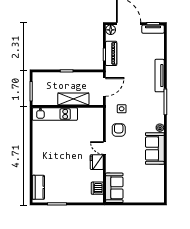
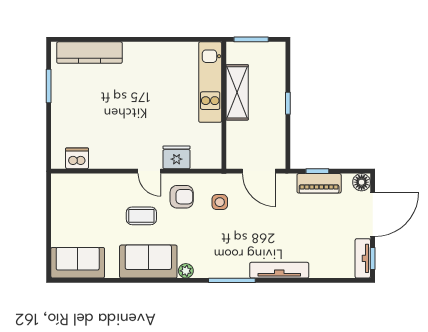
shelving: (73, 99) -> (237, 92), moved
door: (104, 148) -> (149, 171), swing flipped
coffee table: (129, 152) -> (141, 216), added
fridge: (97, 162) -> (177, 157), moved
kitchen counter: (38, 187) -> (89, 53), width x1.50
sofa: (114, 188) -> (78, 263), moved, turned 180

